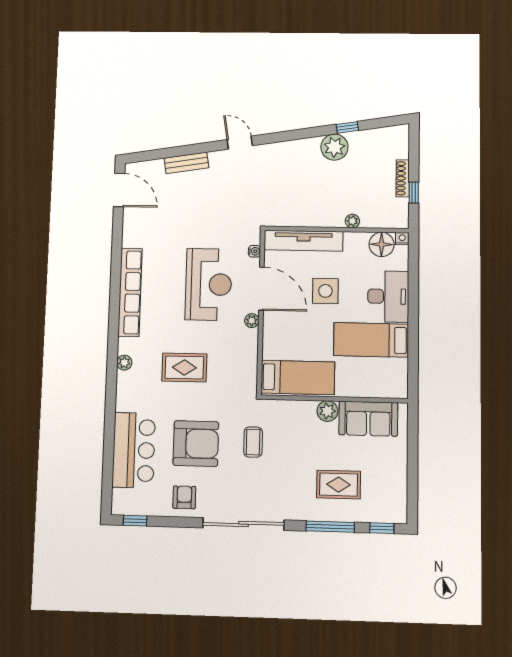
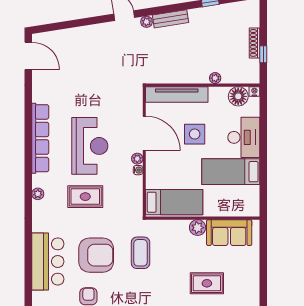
plant: (334, 147) -> (146, 22), moved, width x0.53, depth x0.53
bench: (186, 163) -> (171, 19), moved
water cooler: (254, 251) -> (138, 170), moved
reception desk: (208, 284) -> (90, 146), moved
coffee table: (253, 442) -> (141, 253), width x1.36, depth x1.30

